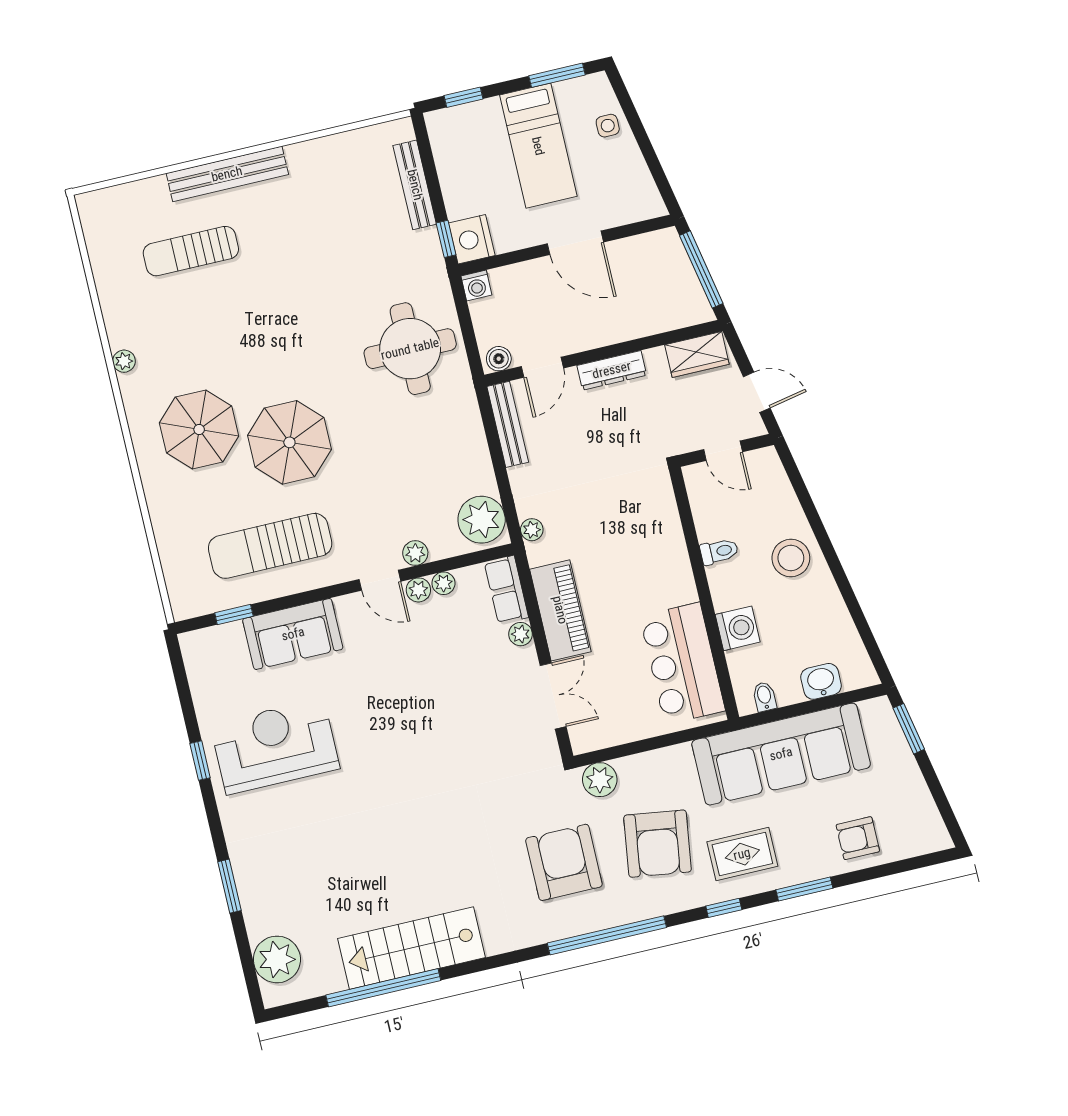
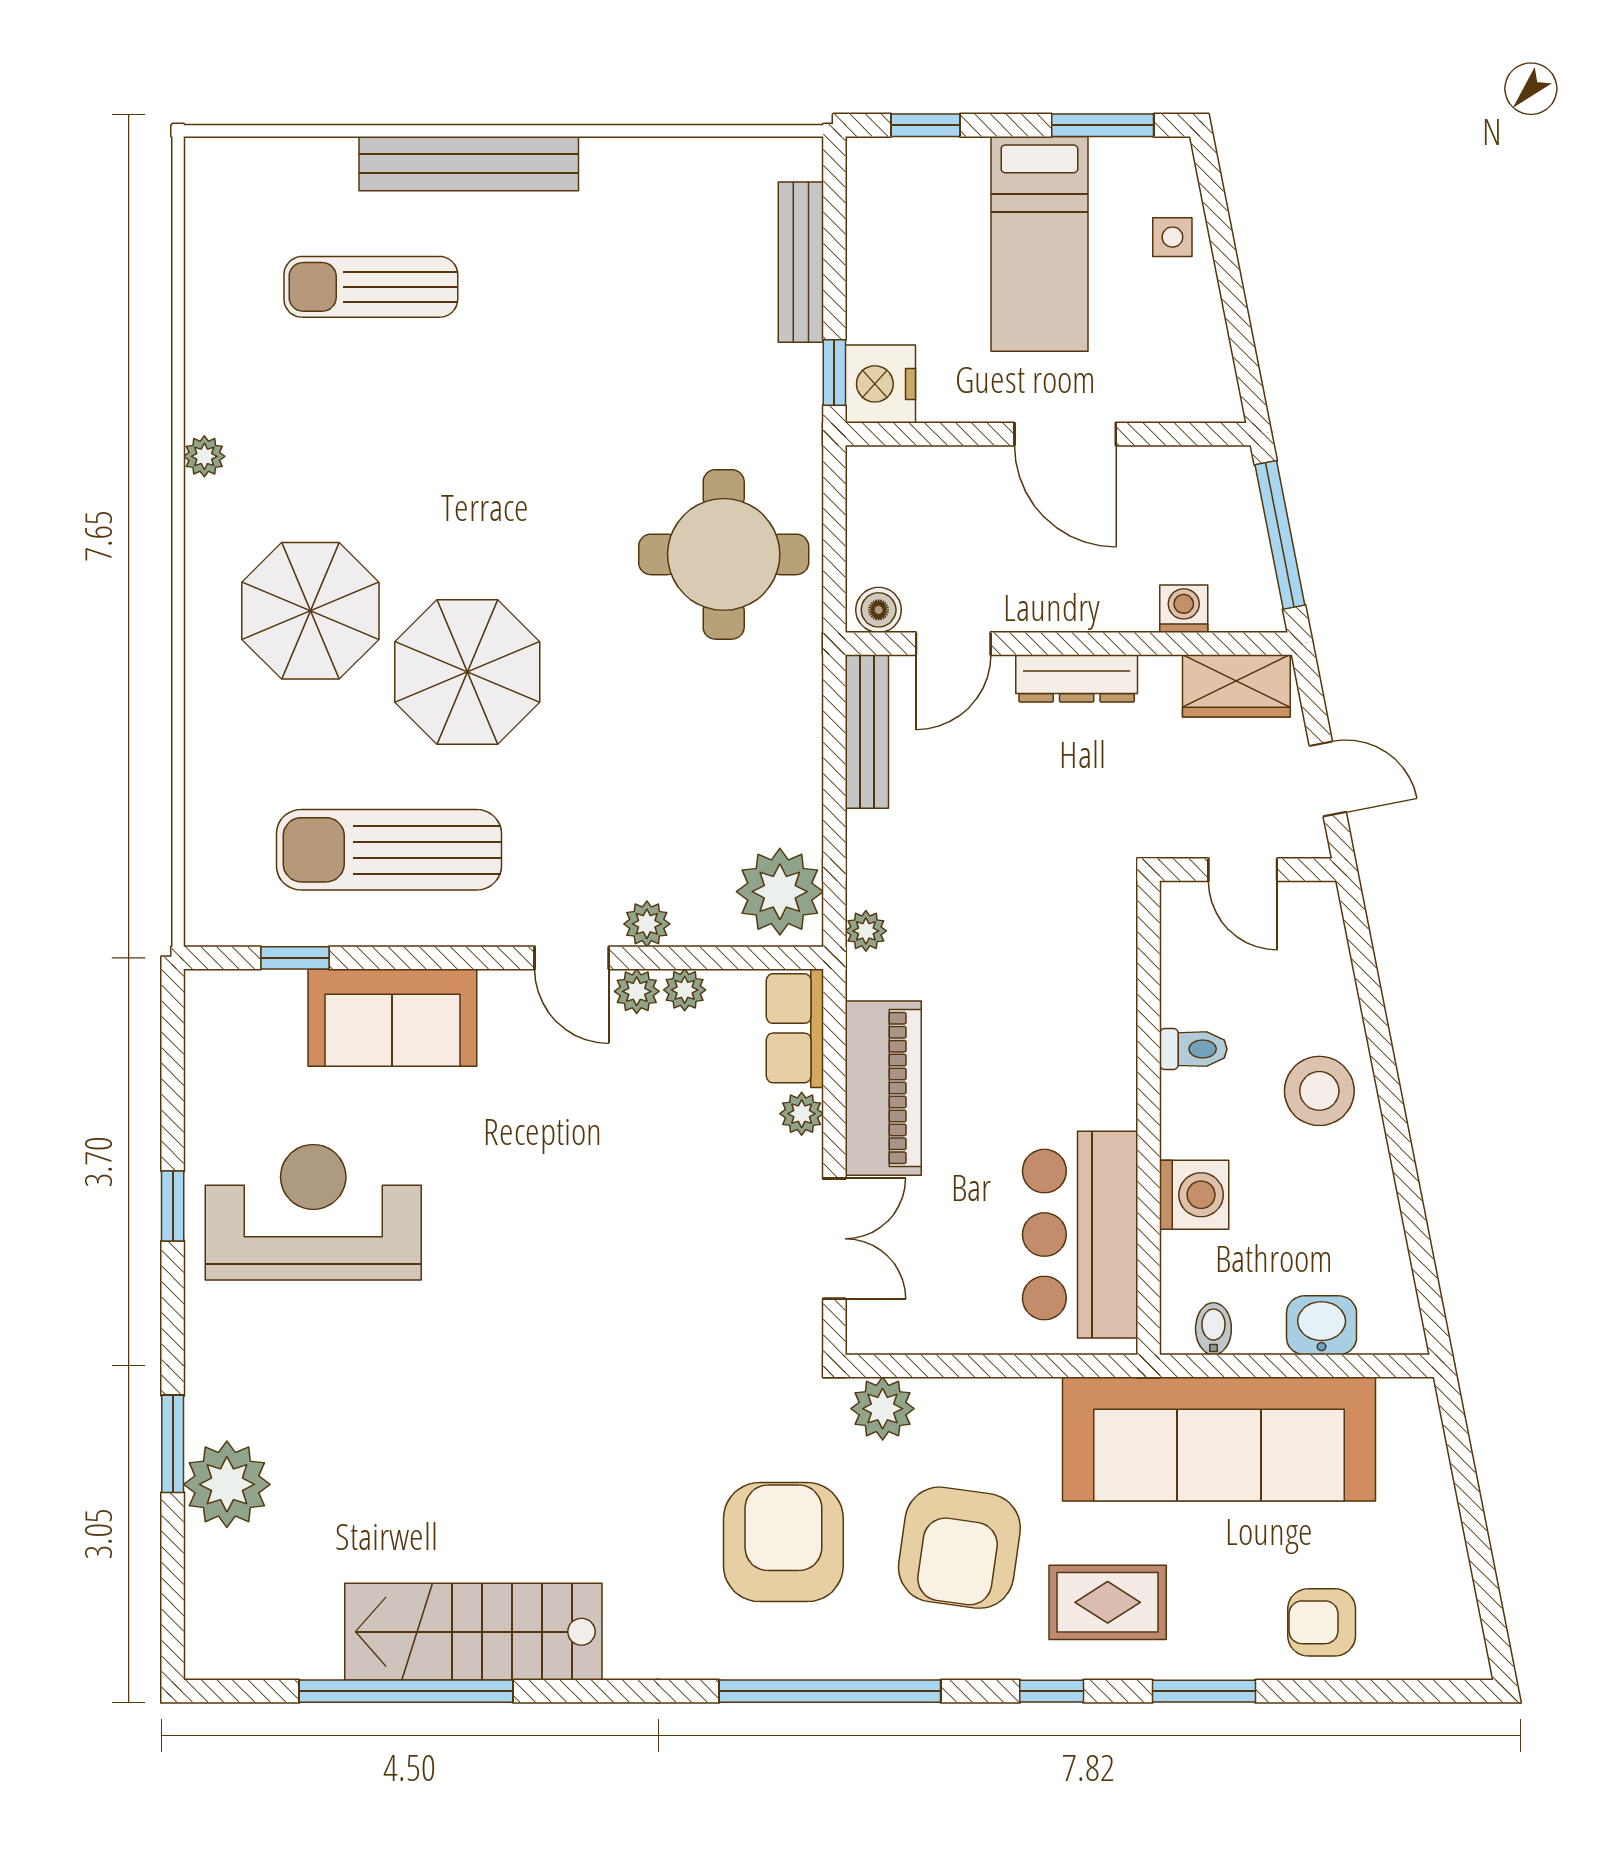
washing machine: (476, 286) -> (1184, 609), moved, turned 180
window: (909, 729) -> (1459, 1447), removed
plant: (277, 959) -> (227, 1484), moved

